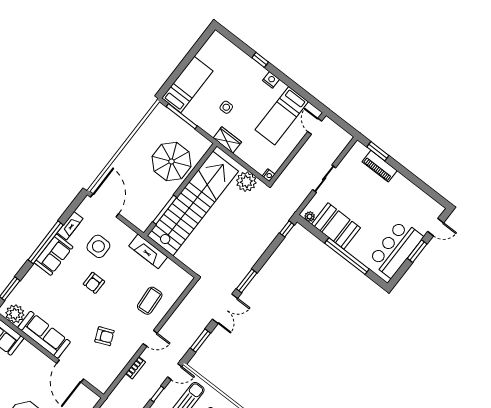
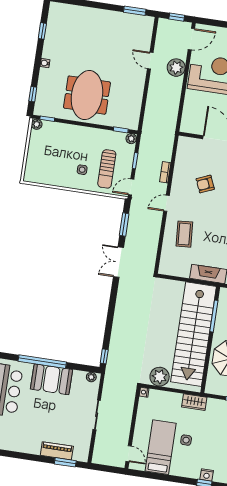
nightstand: (271, 80) -> (207, 475), moved
side table: (226, 107) -> (186, 440), moved
booth: (336, 226) -> (51, 379), moved
window: (247, 281) -> (113, 295), removed

